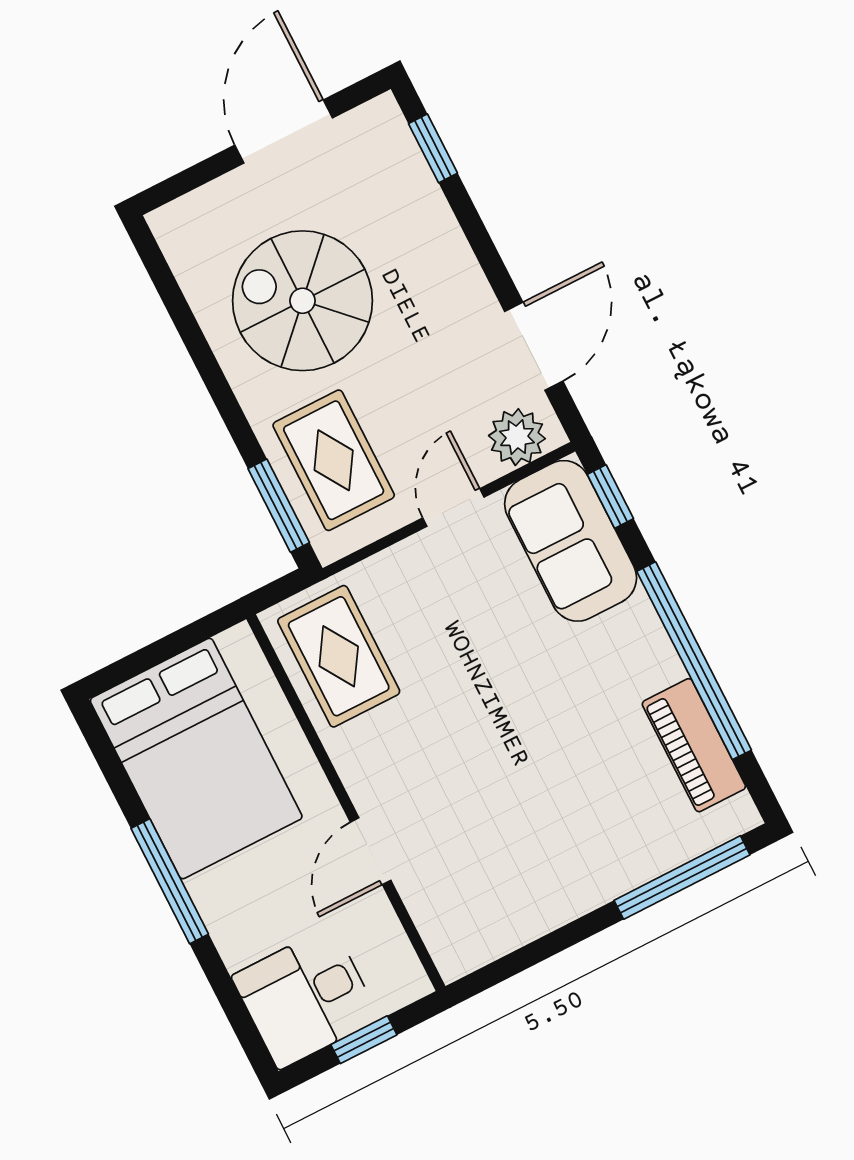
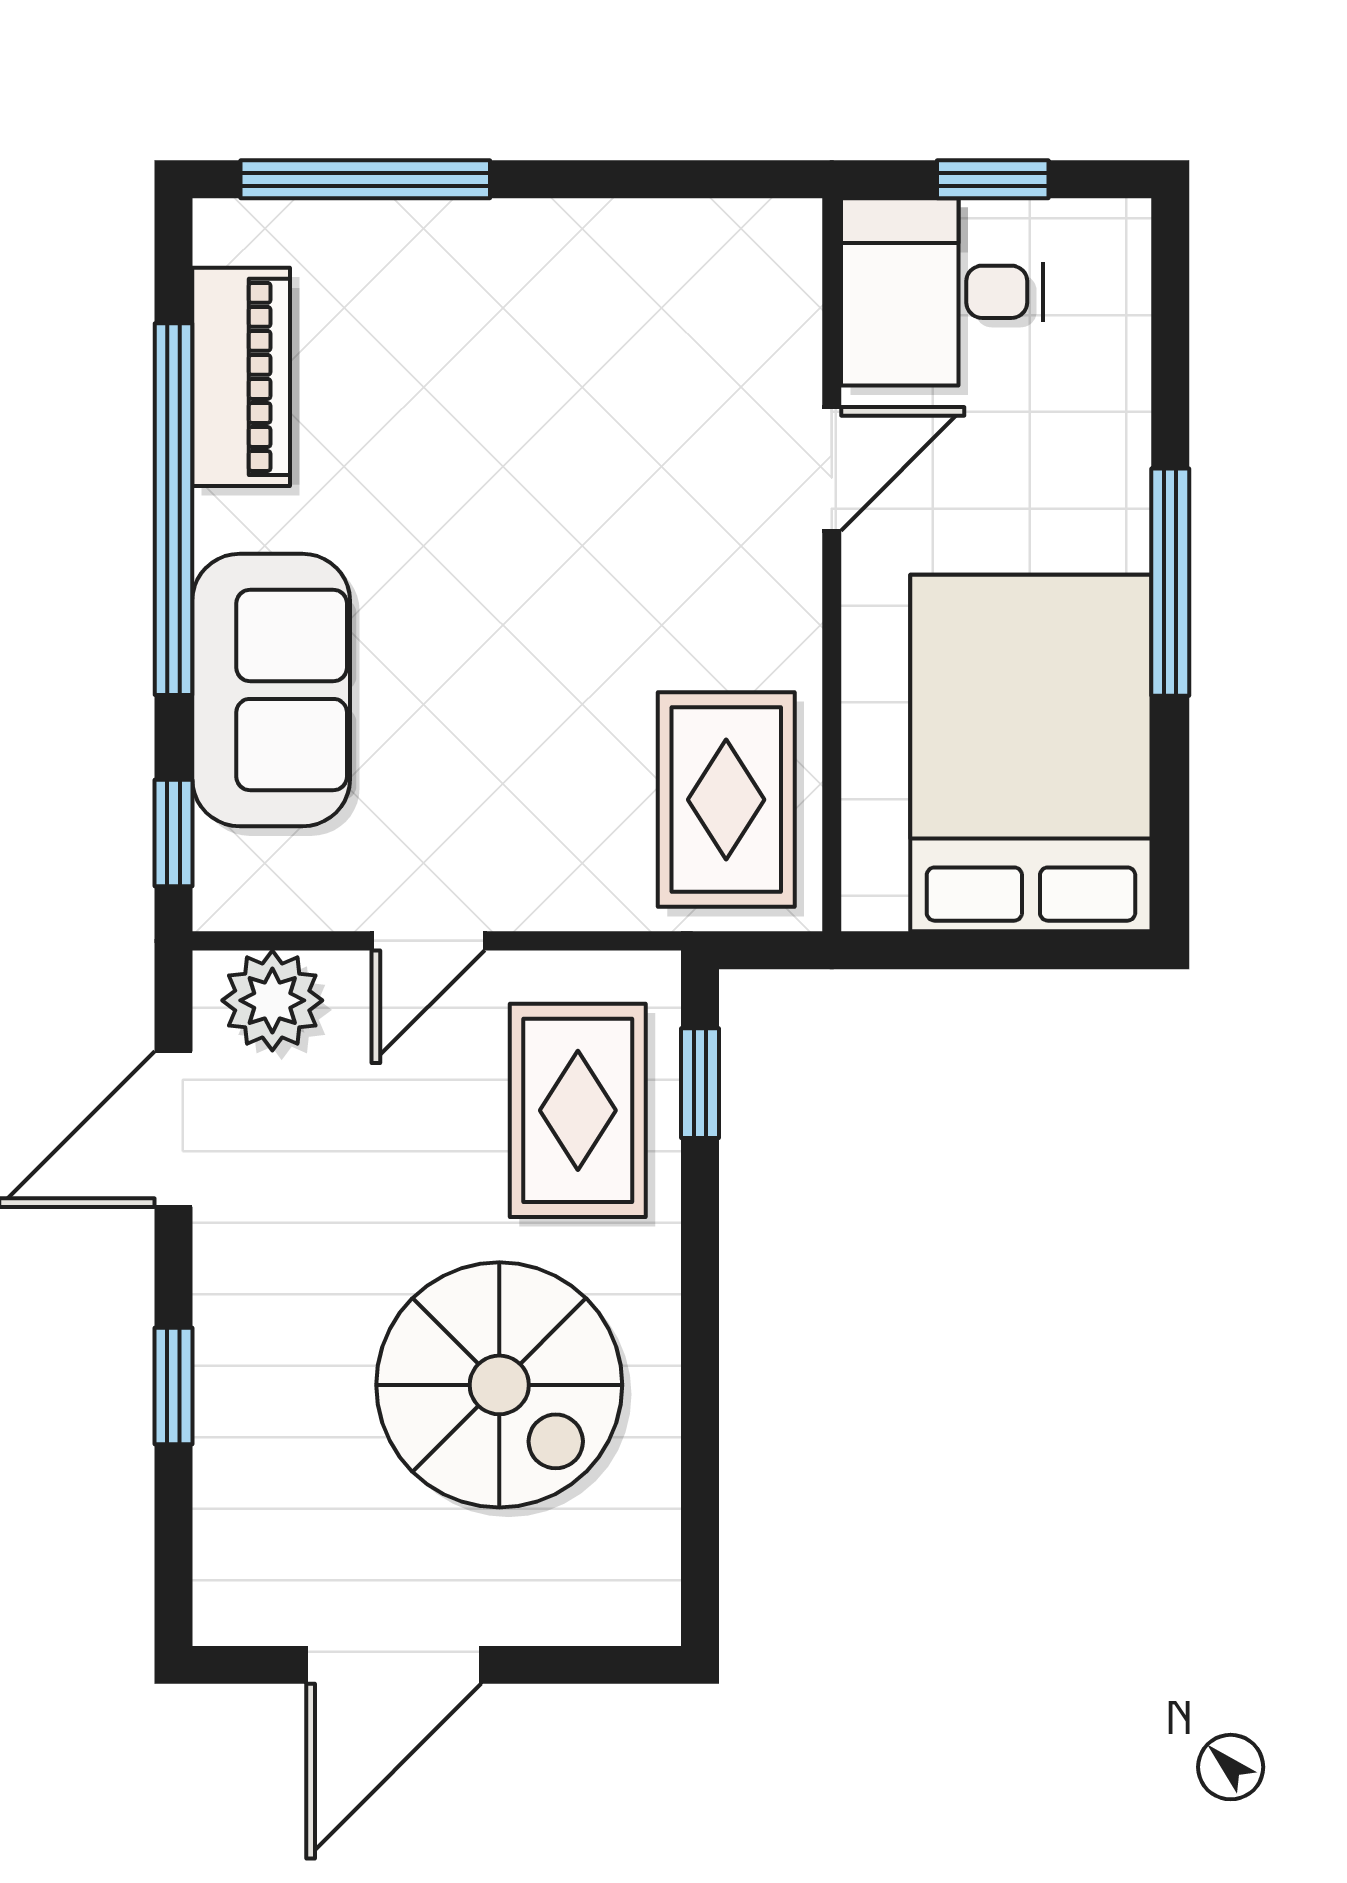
window: (433, 148) -> (173, 1386), moved
window: (279, 506) -> (700, 1083), width x0.67
sofa: (571, 541) -> (271, 690), moved
desk: (306, 997) -> (942, 292), moved, turned 180

